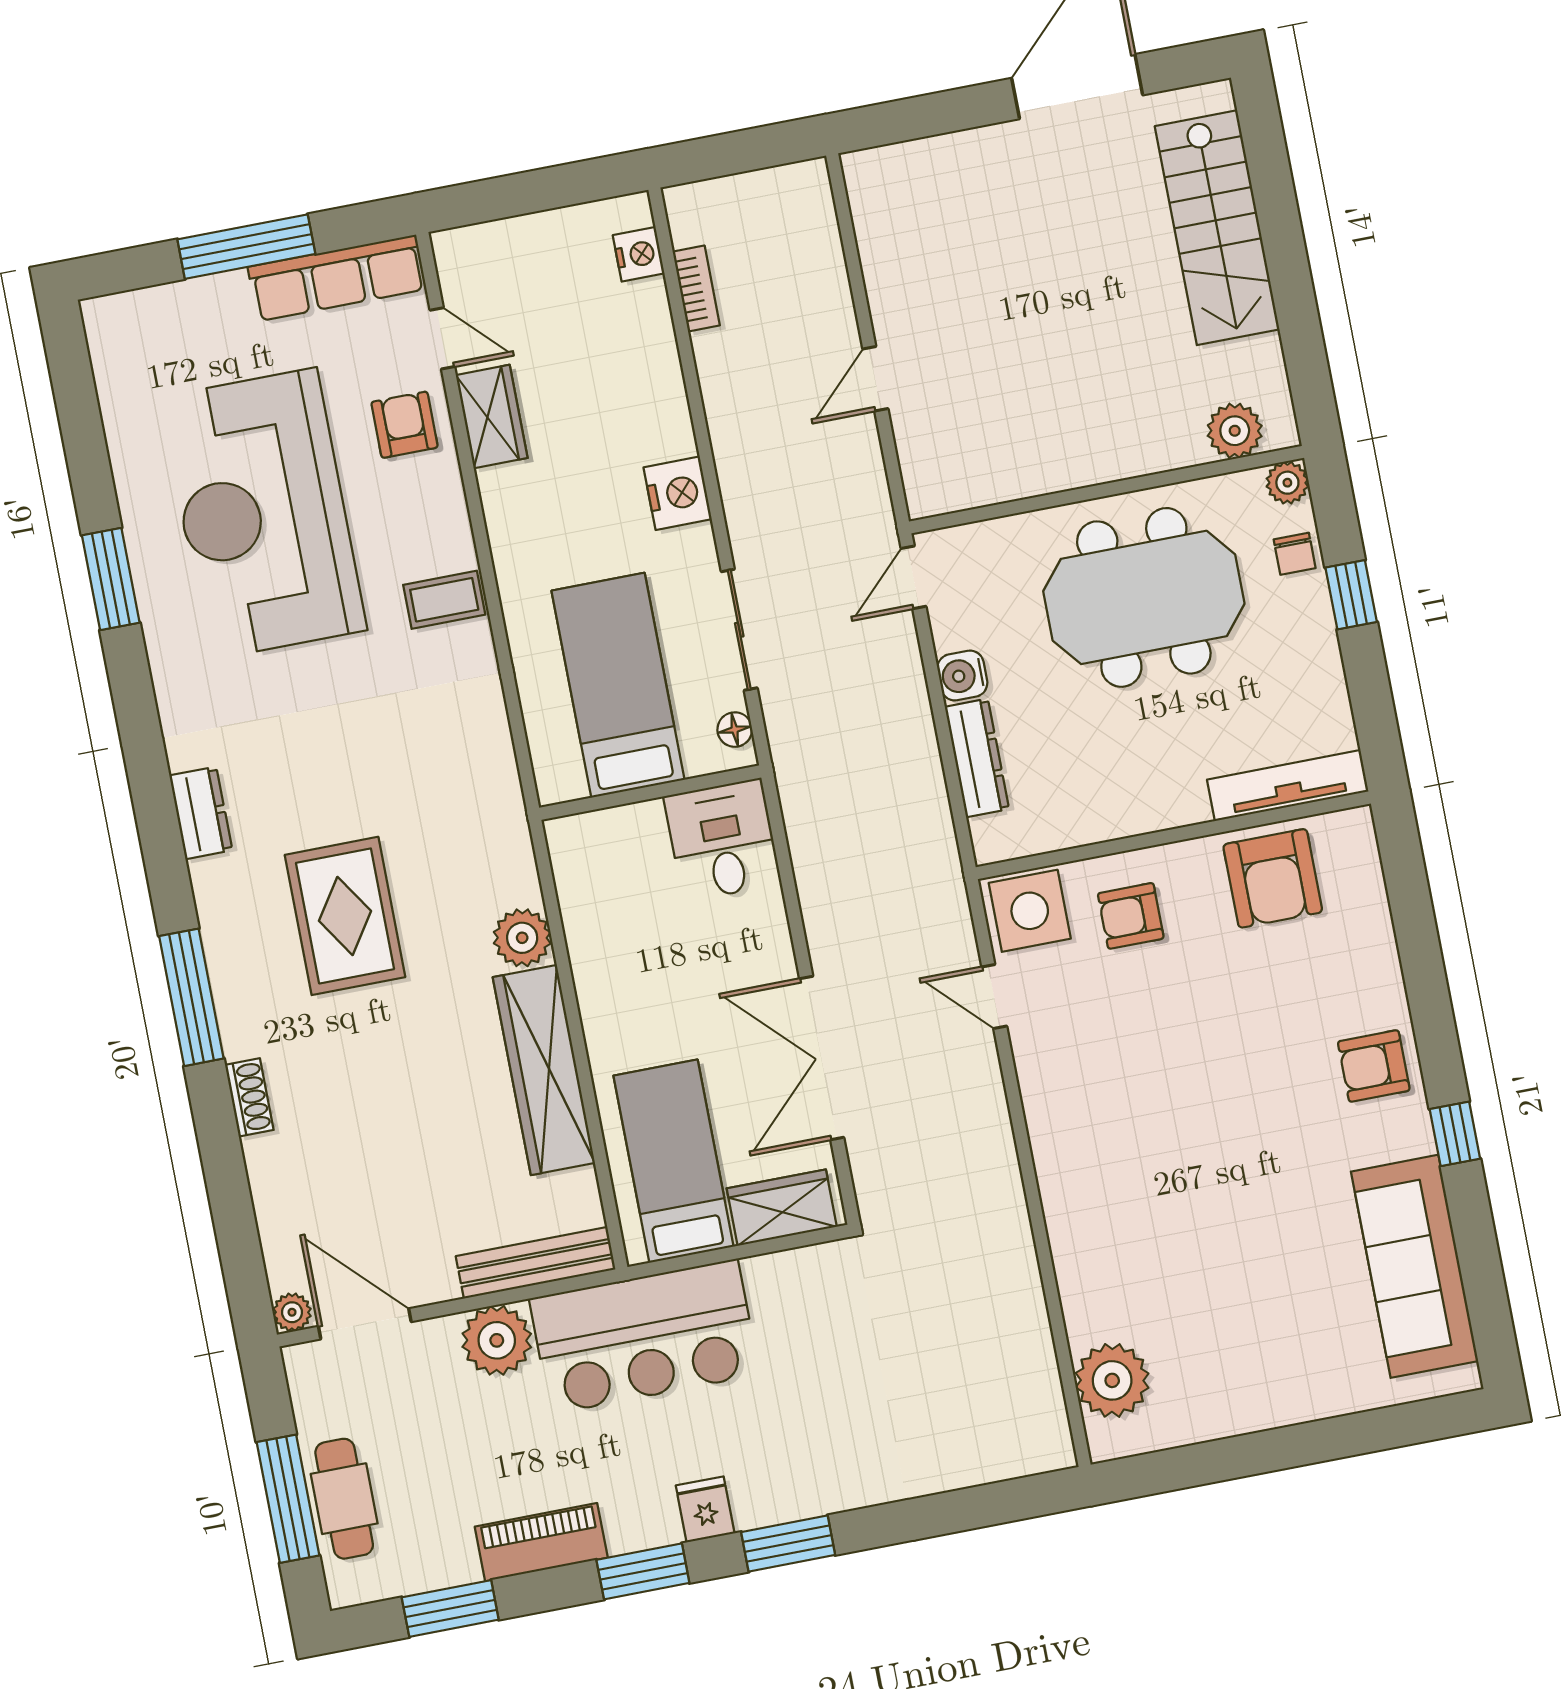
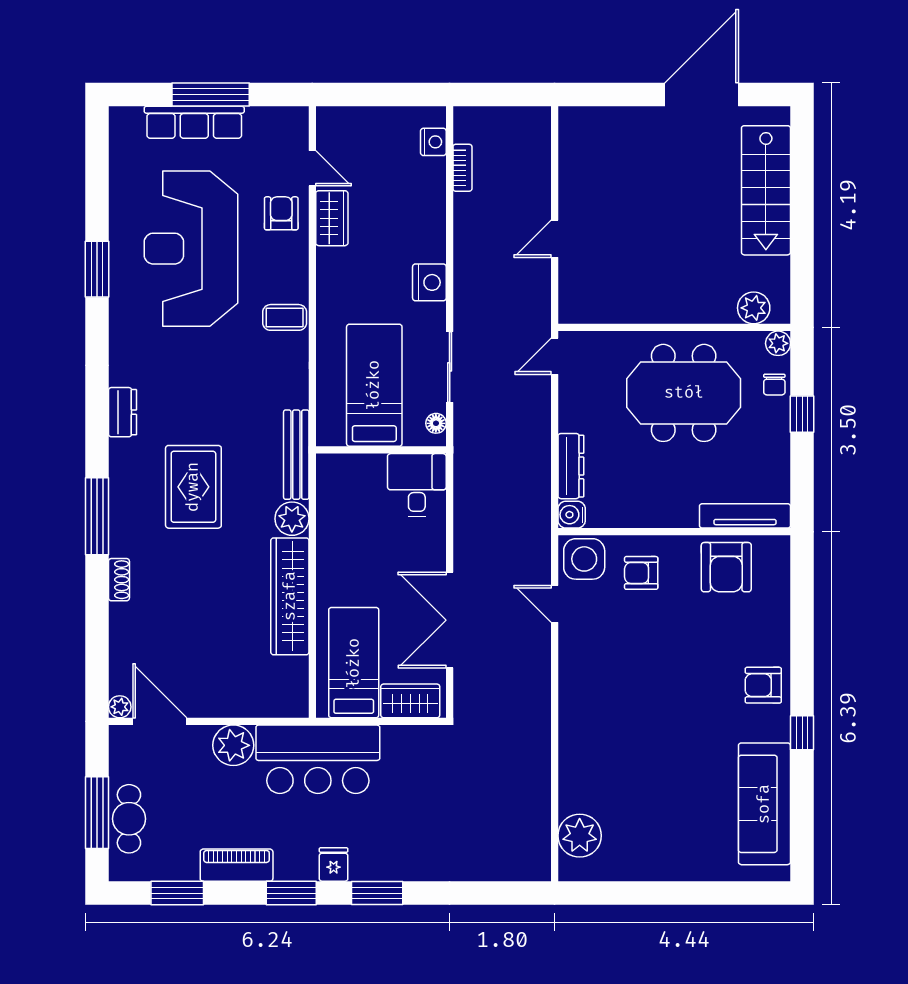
row of seats: (337, 278) -> (194, 122), moved
water cooler: (962, 676) -> (572, 515), moved
bench: (536, 1263) -> (296, 455), moved, turned 90

